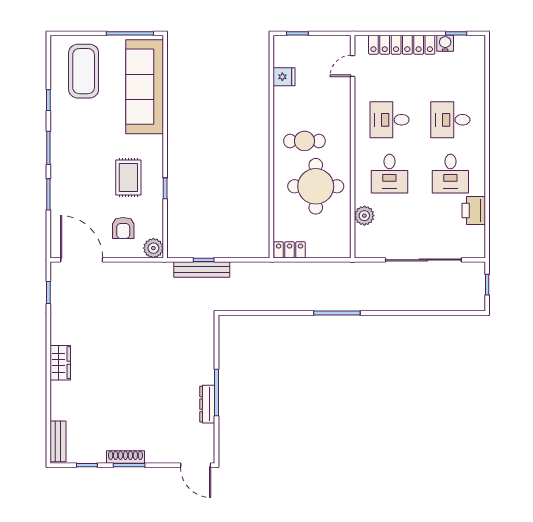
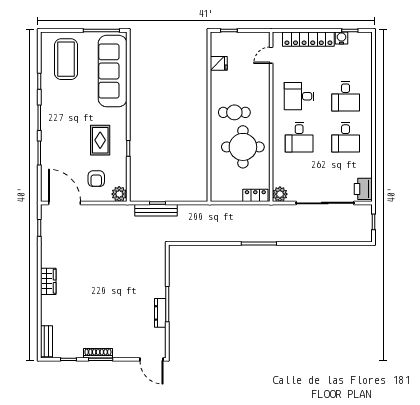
desk: (450, 120) -> (346, 96), turned -90
printer: (474, 211) -> (363, 189), moved
plant: (364, 216) -> (280, 194), moved
locker: (290, 250) -> (255, 195), moved

